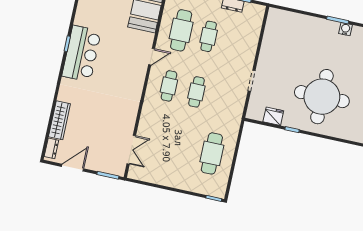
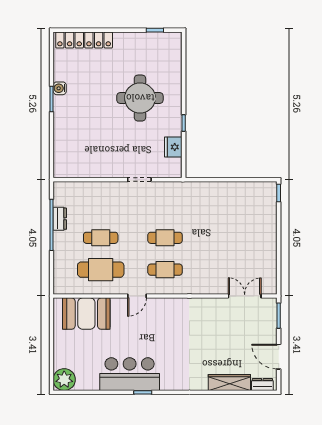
bar counter: (82, 54) -> (130, 374), moved
door: (152, 57) -> (137, 296), swing flipped
round table: (322, 97) -> (140, 98), width x0.73, depth x0.73
cafe table: (212, 153) -> (229, 206), removed

